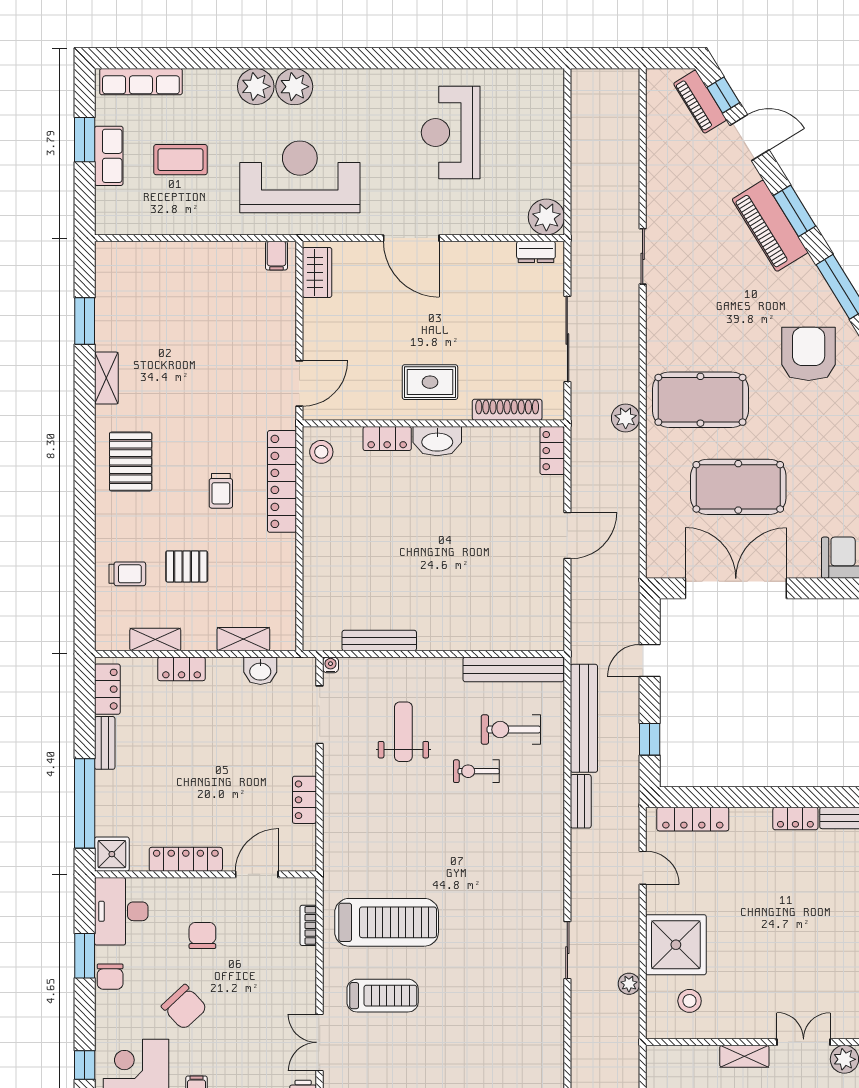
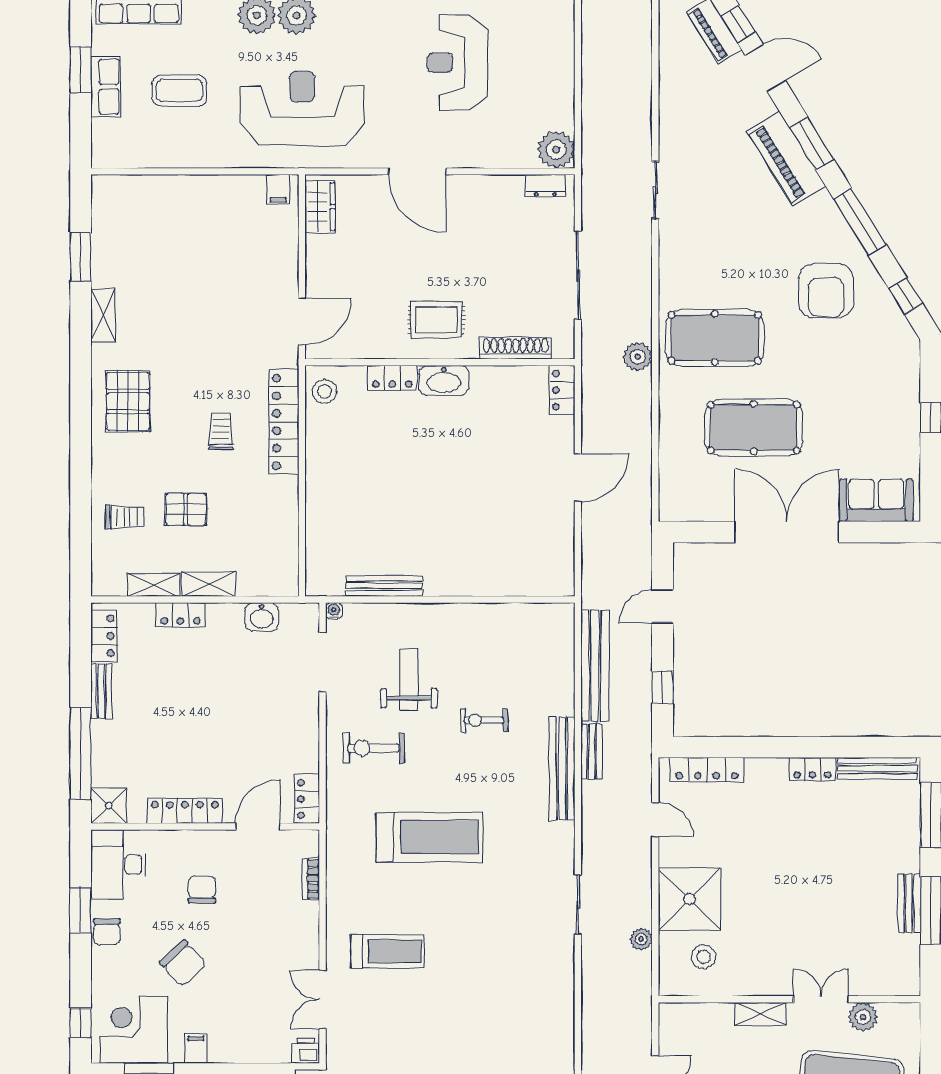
armchair: (809, 354) -> (826, 291), turned 180
trolley: (221, 491) -> (221, 432), turned 180
double door: (736, 588) -> (787, 532), moved
shelving: (243, 639) -> (209, 584), moved
bench: (513, 669) -> (562, 769), moved, turned 90
exercise bike: (511, 730) -> (374, 748), moved
locker: (305, 800) -> (307, 799), moved
treadmill: (387, 922) -> (429, 837), moved

